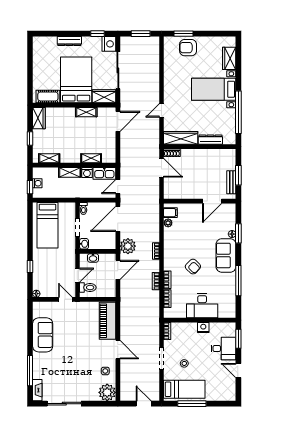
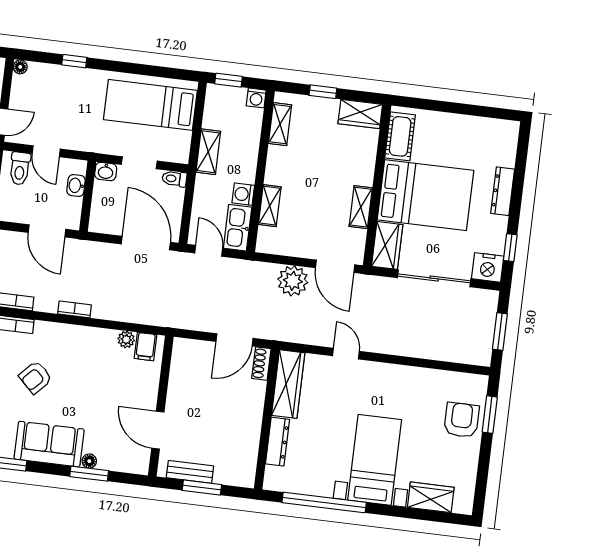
shelving: (70, 172) -> (208, 152), moved
washing machine: (37, 183) -> (256, 98), moved
plant: (128, 246) -> (293, 281), moved

